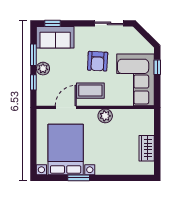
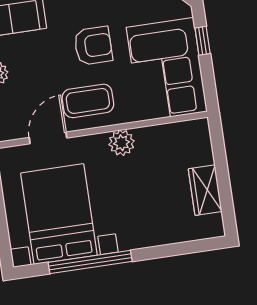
armchair: (98, 61) -> (93, 46), turned -93
window: (79, 178) -> (90, 262), width x2.11

